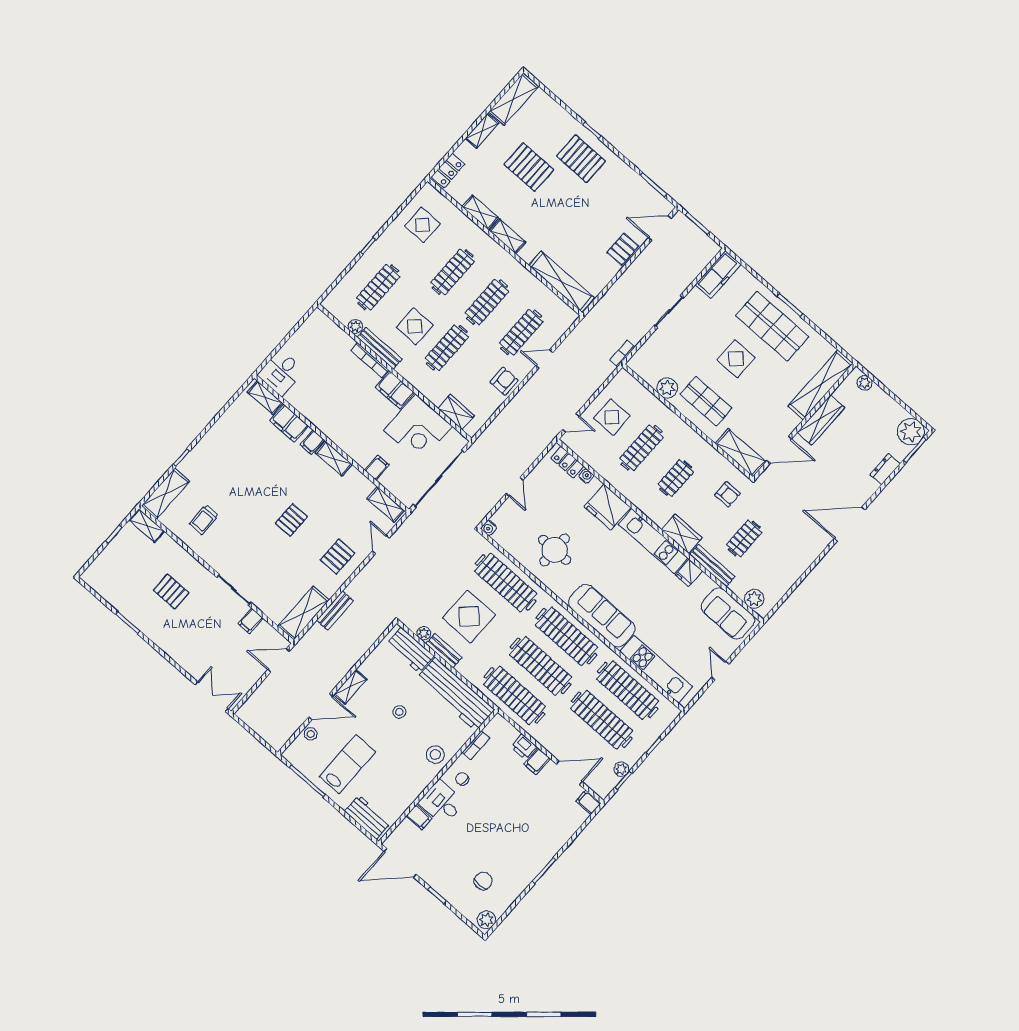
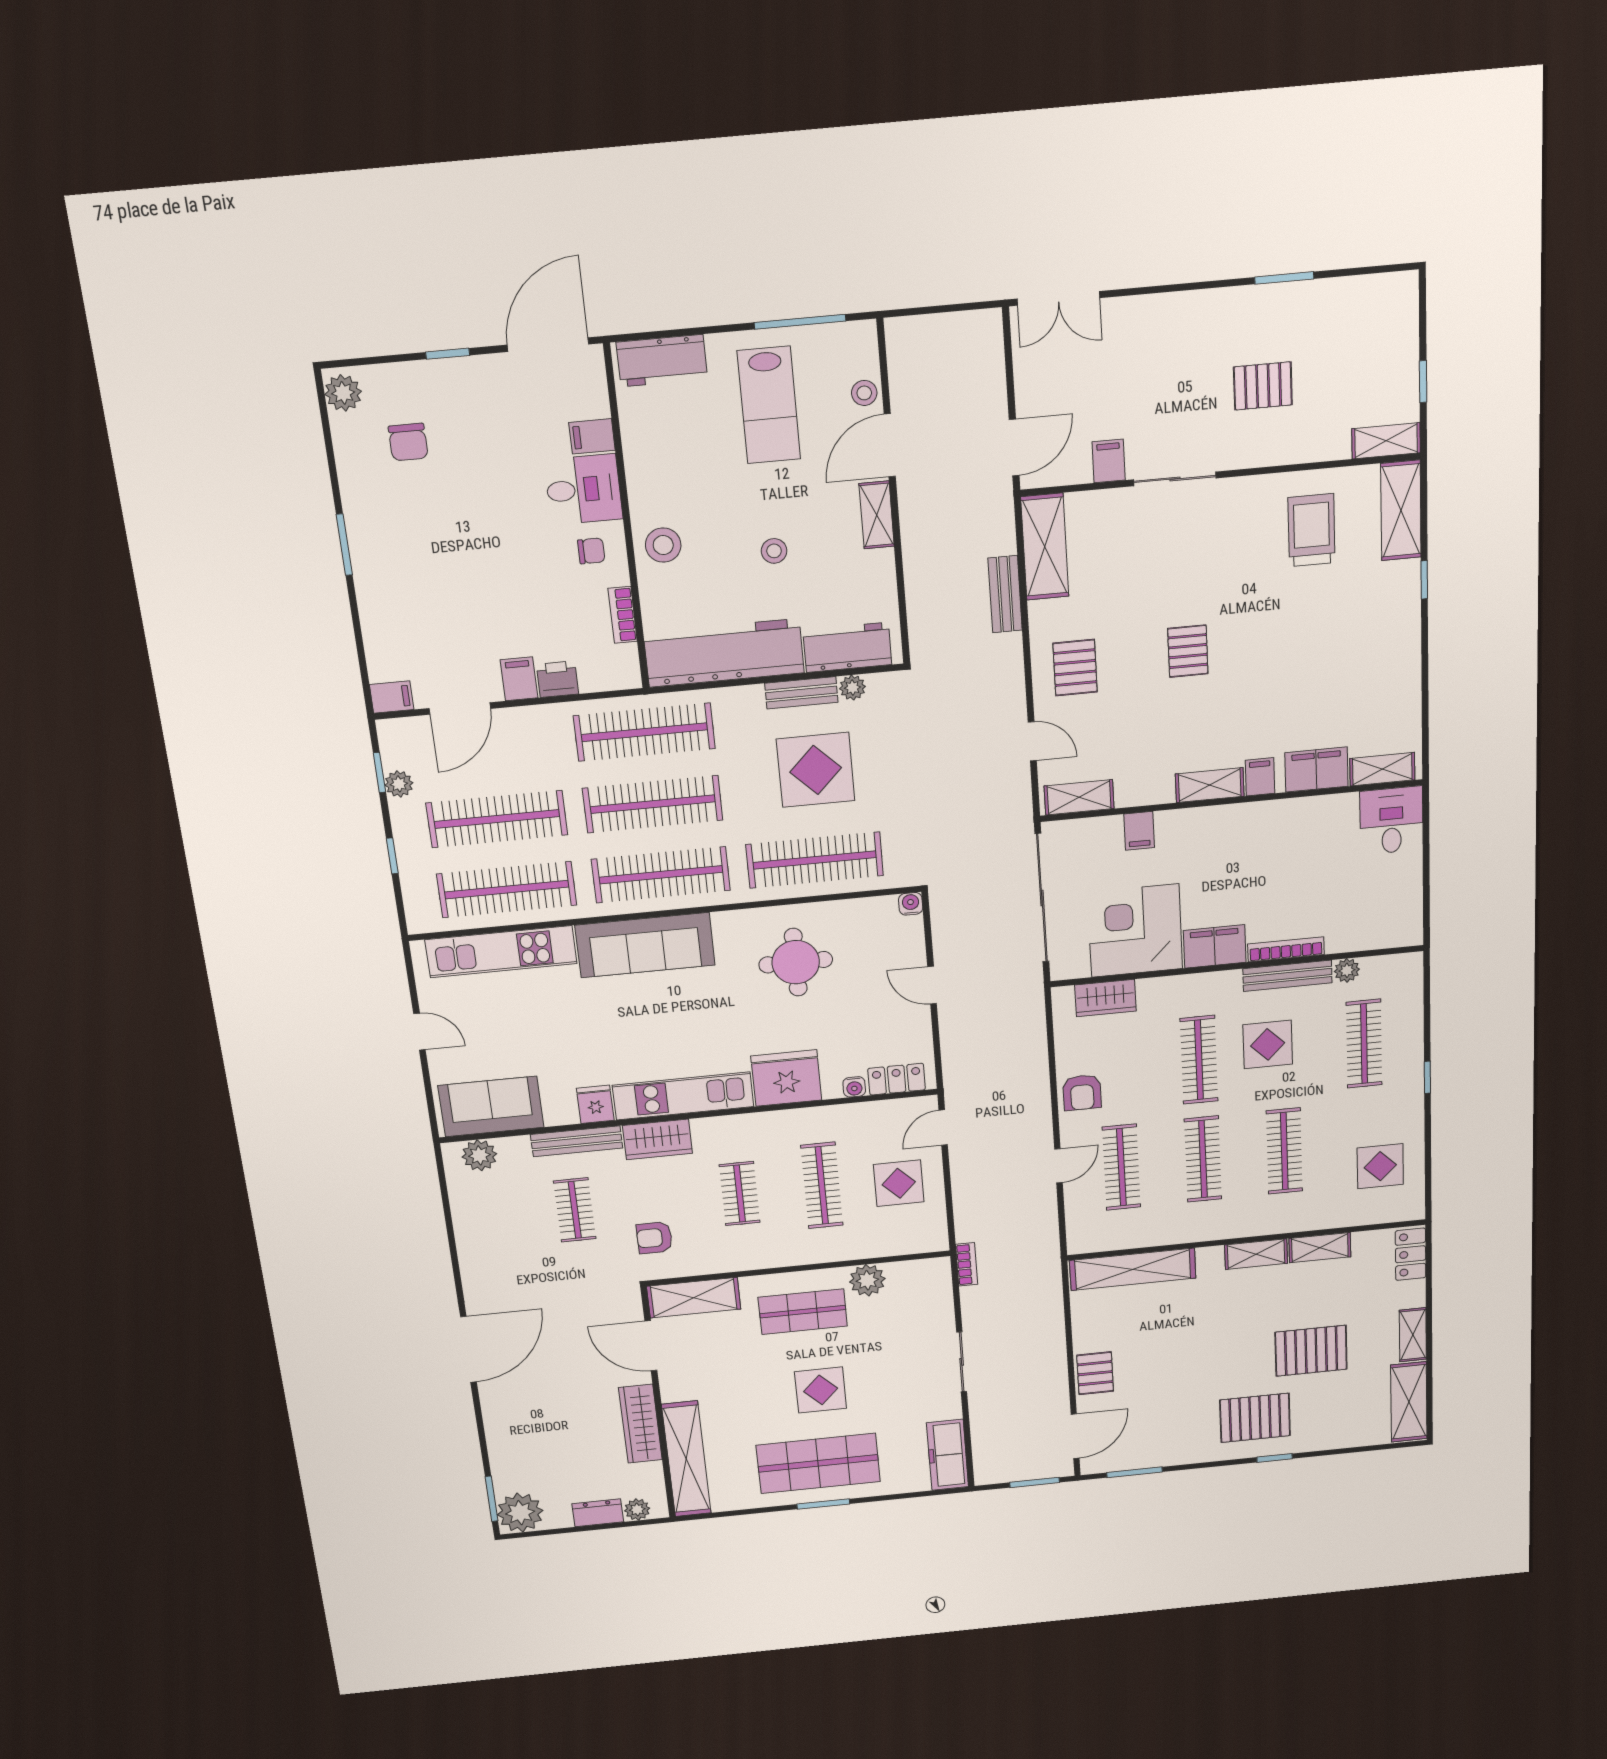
door: (779, 450) -> (651, 1346), hinge flipped
dresser: (885, 469) -> (598, 1513), moved, turned -90
trolley: (204, 520) -> (1312, 530), width x1.36, depth x1.39

